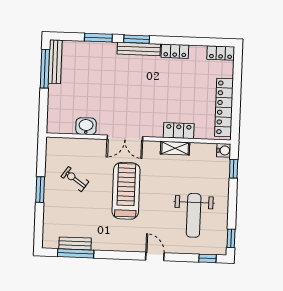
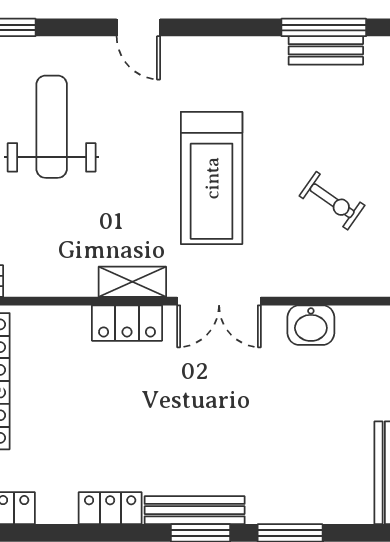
locker: (179, 131) -> (127, 323), moved
double door: (125, 138) -> (219, 301), swing flipped
shelving: (175, 148) -> (132, 282), moved

